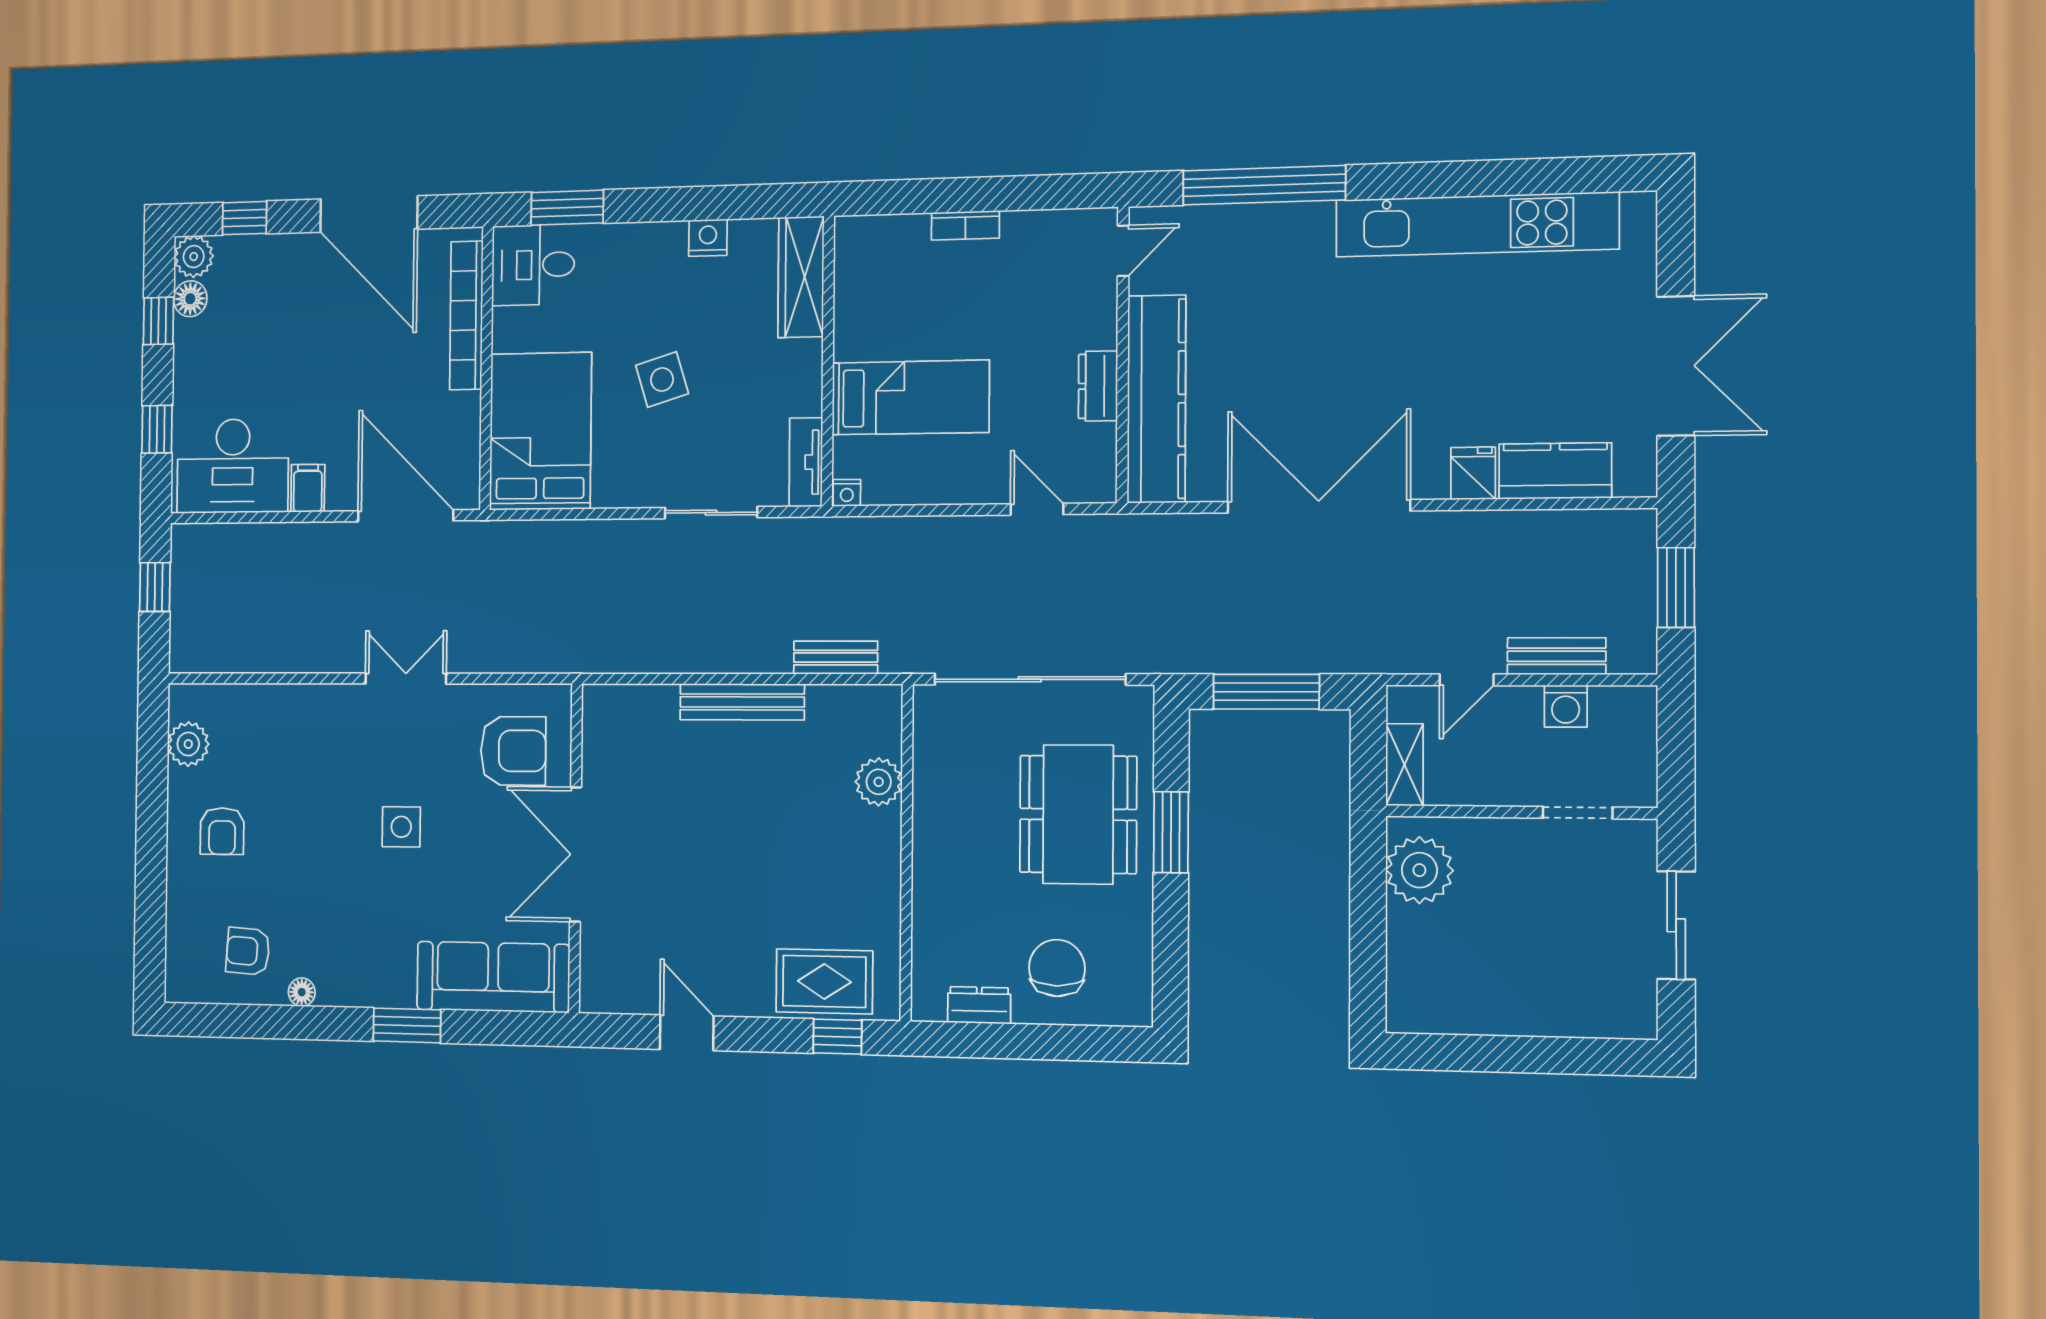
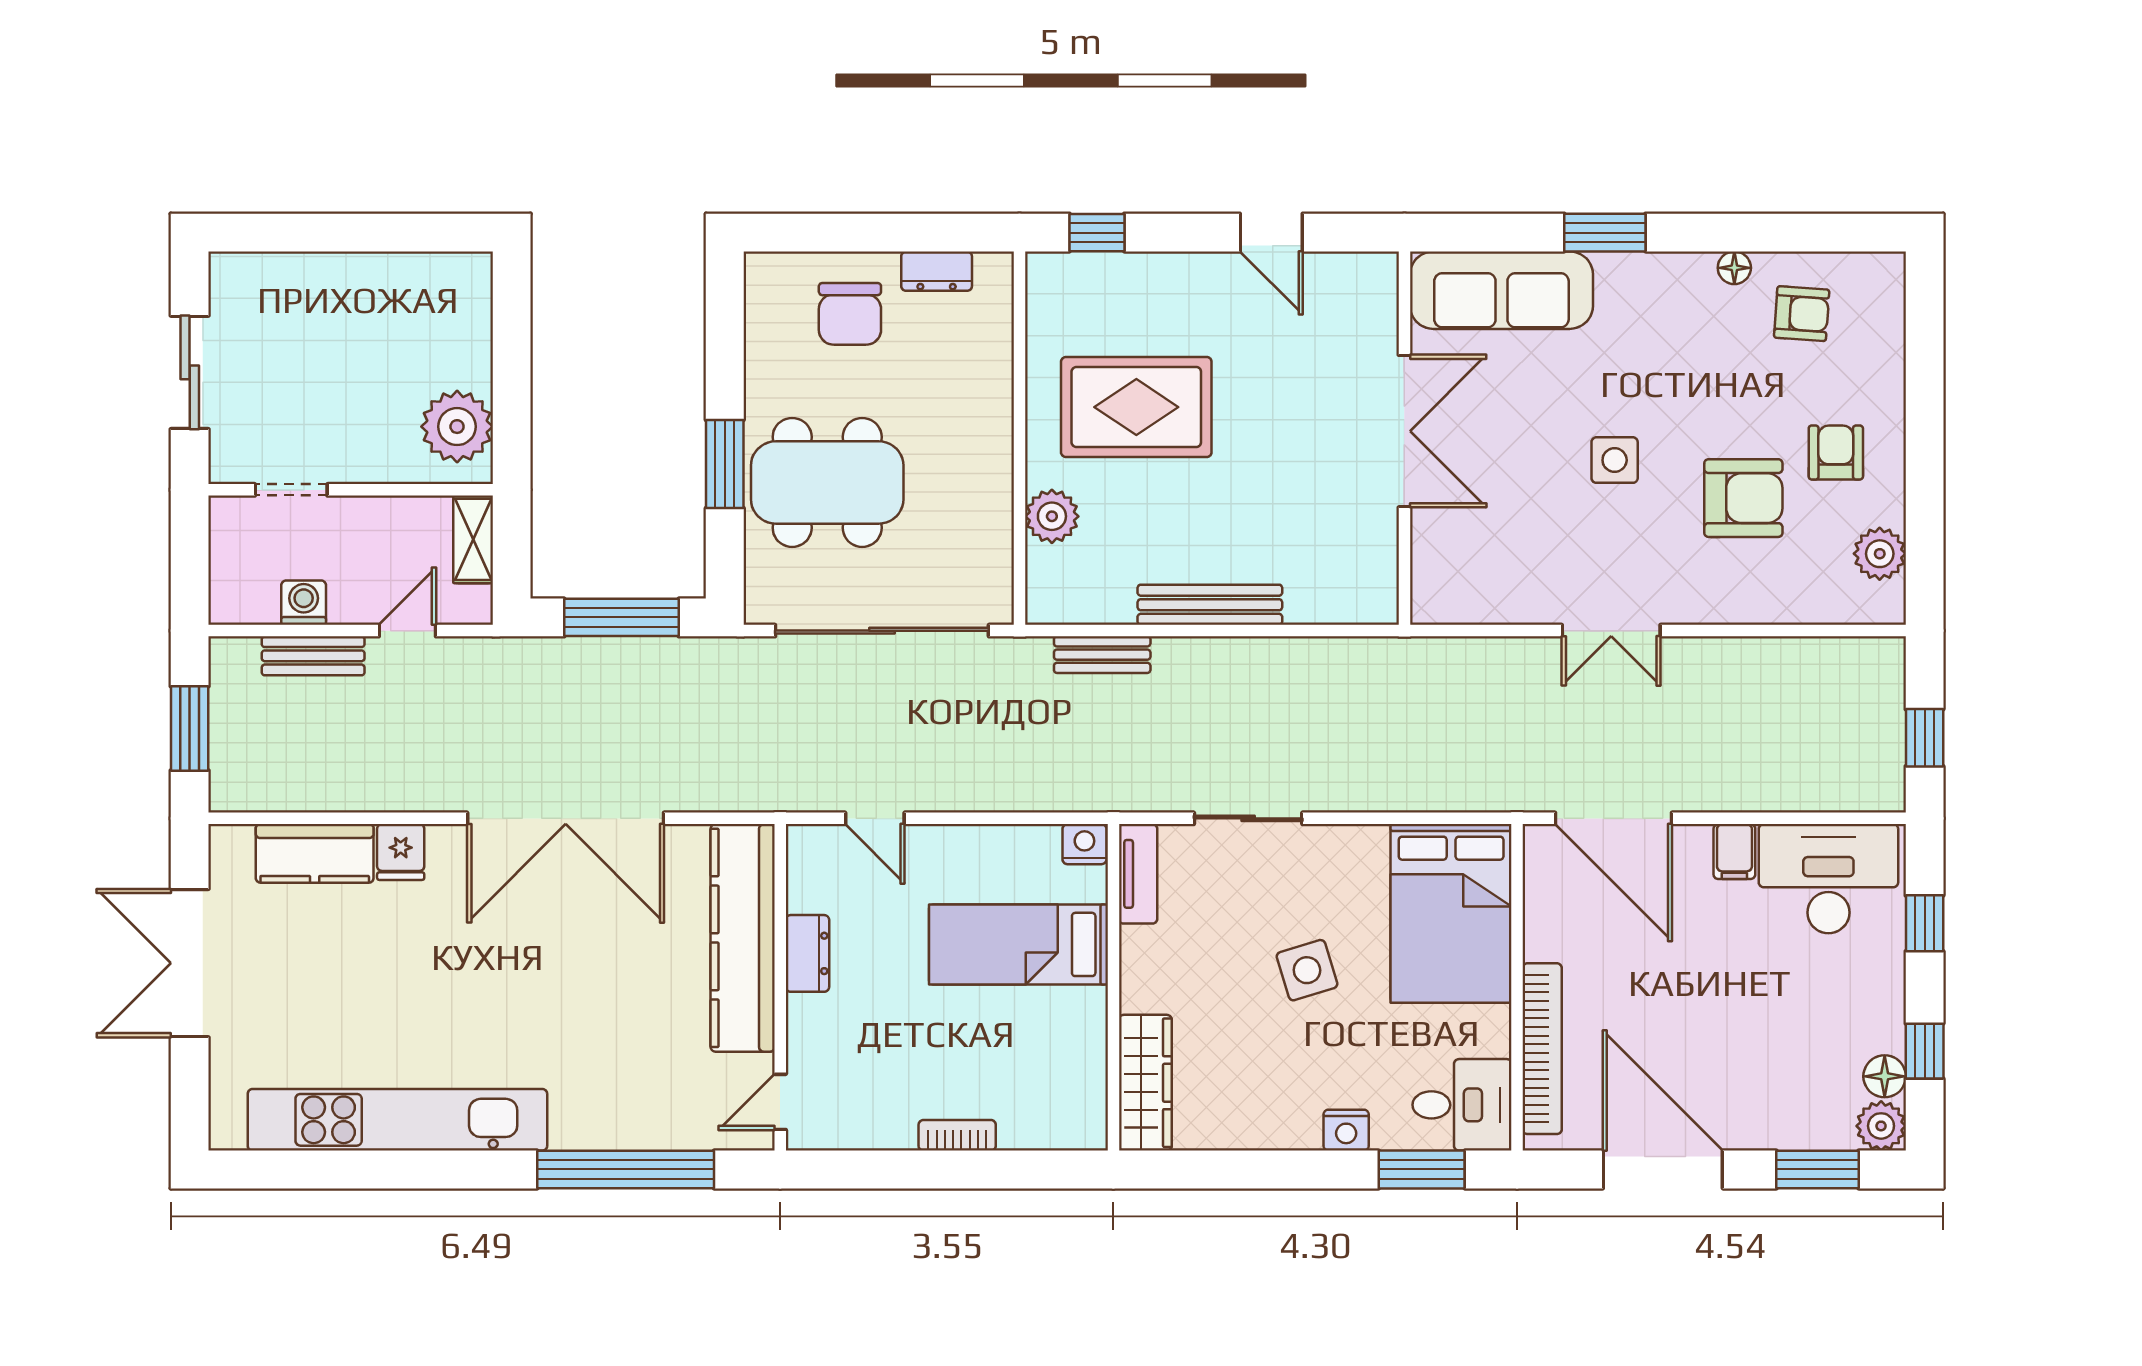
window: (245, 218) -> (1817, 1169), width x1.50
nightstand: (708, 238) -> (1346, 1130), moved
nightstand: (847, 493) -> (1084, 844), width x1.39, depth x1.35
armchair: (513, 751) -> (1743, 498), moved, turned 180
dining table: (1078, 814) -> (827, 482), turned 90
rug: (824, 981) -> (1136, 407), moved, width x1.36, depth x1.43

